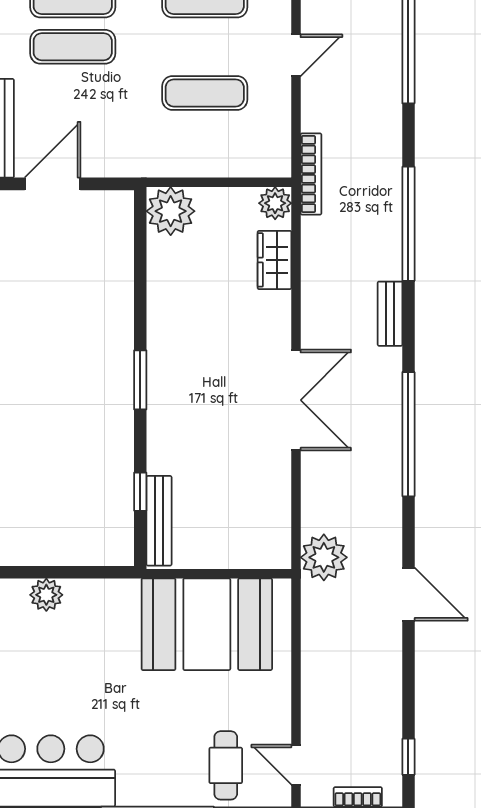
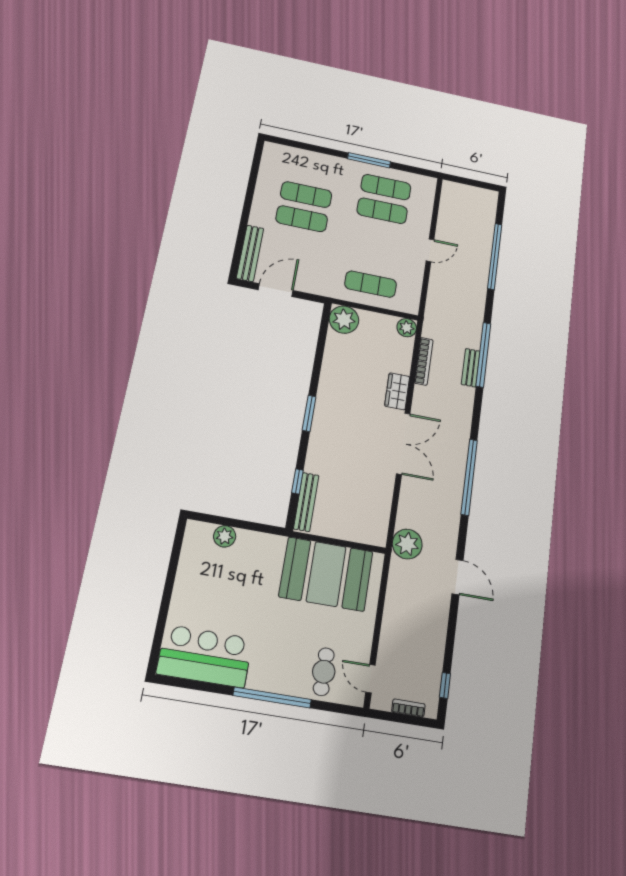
exercise mat: (205, 93) -> (371, 284), moved
bookcase: (311, 174) -> (424, 361), moved
wardrobe: (274, 260) -> (397, 391), moved
bench: (390, 314) -> (471, 368), moved

